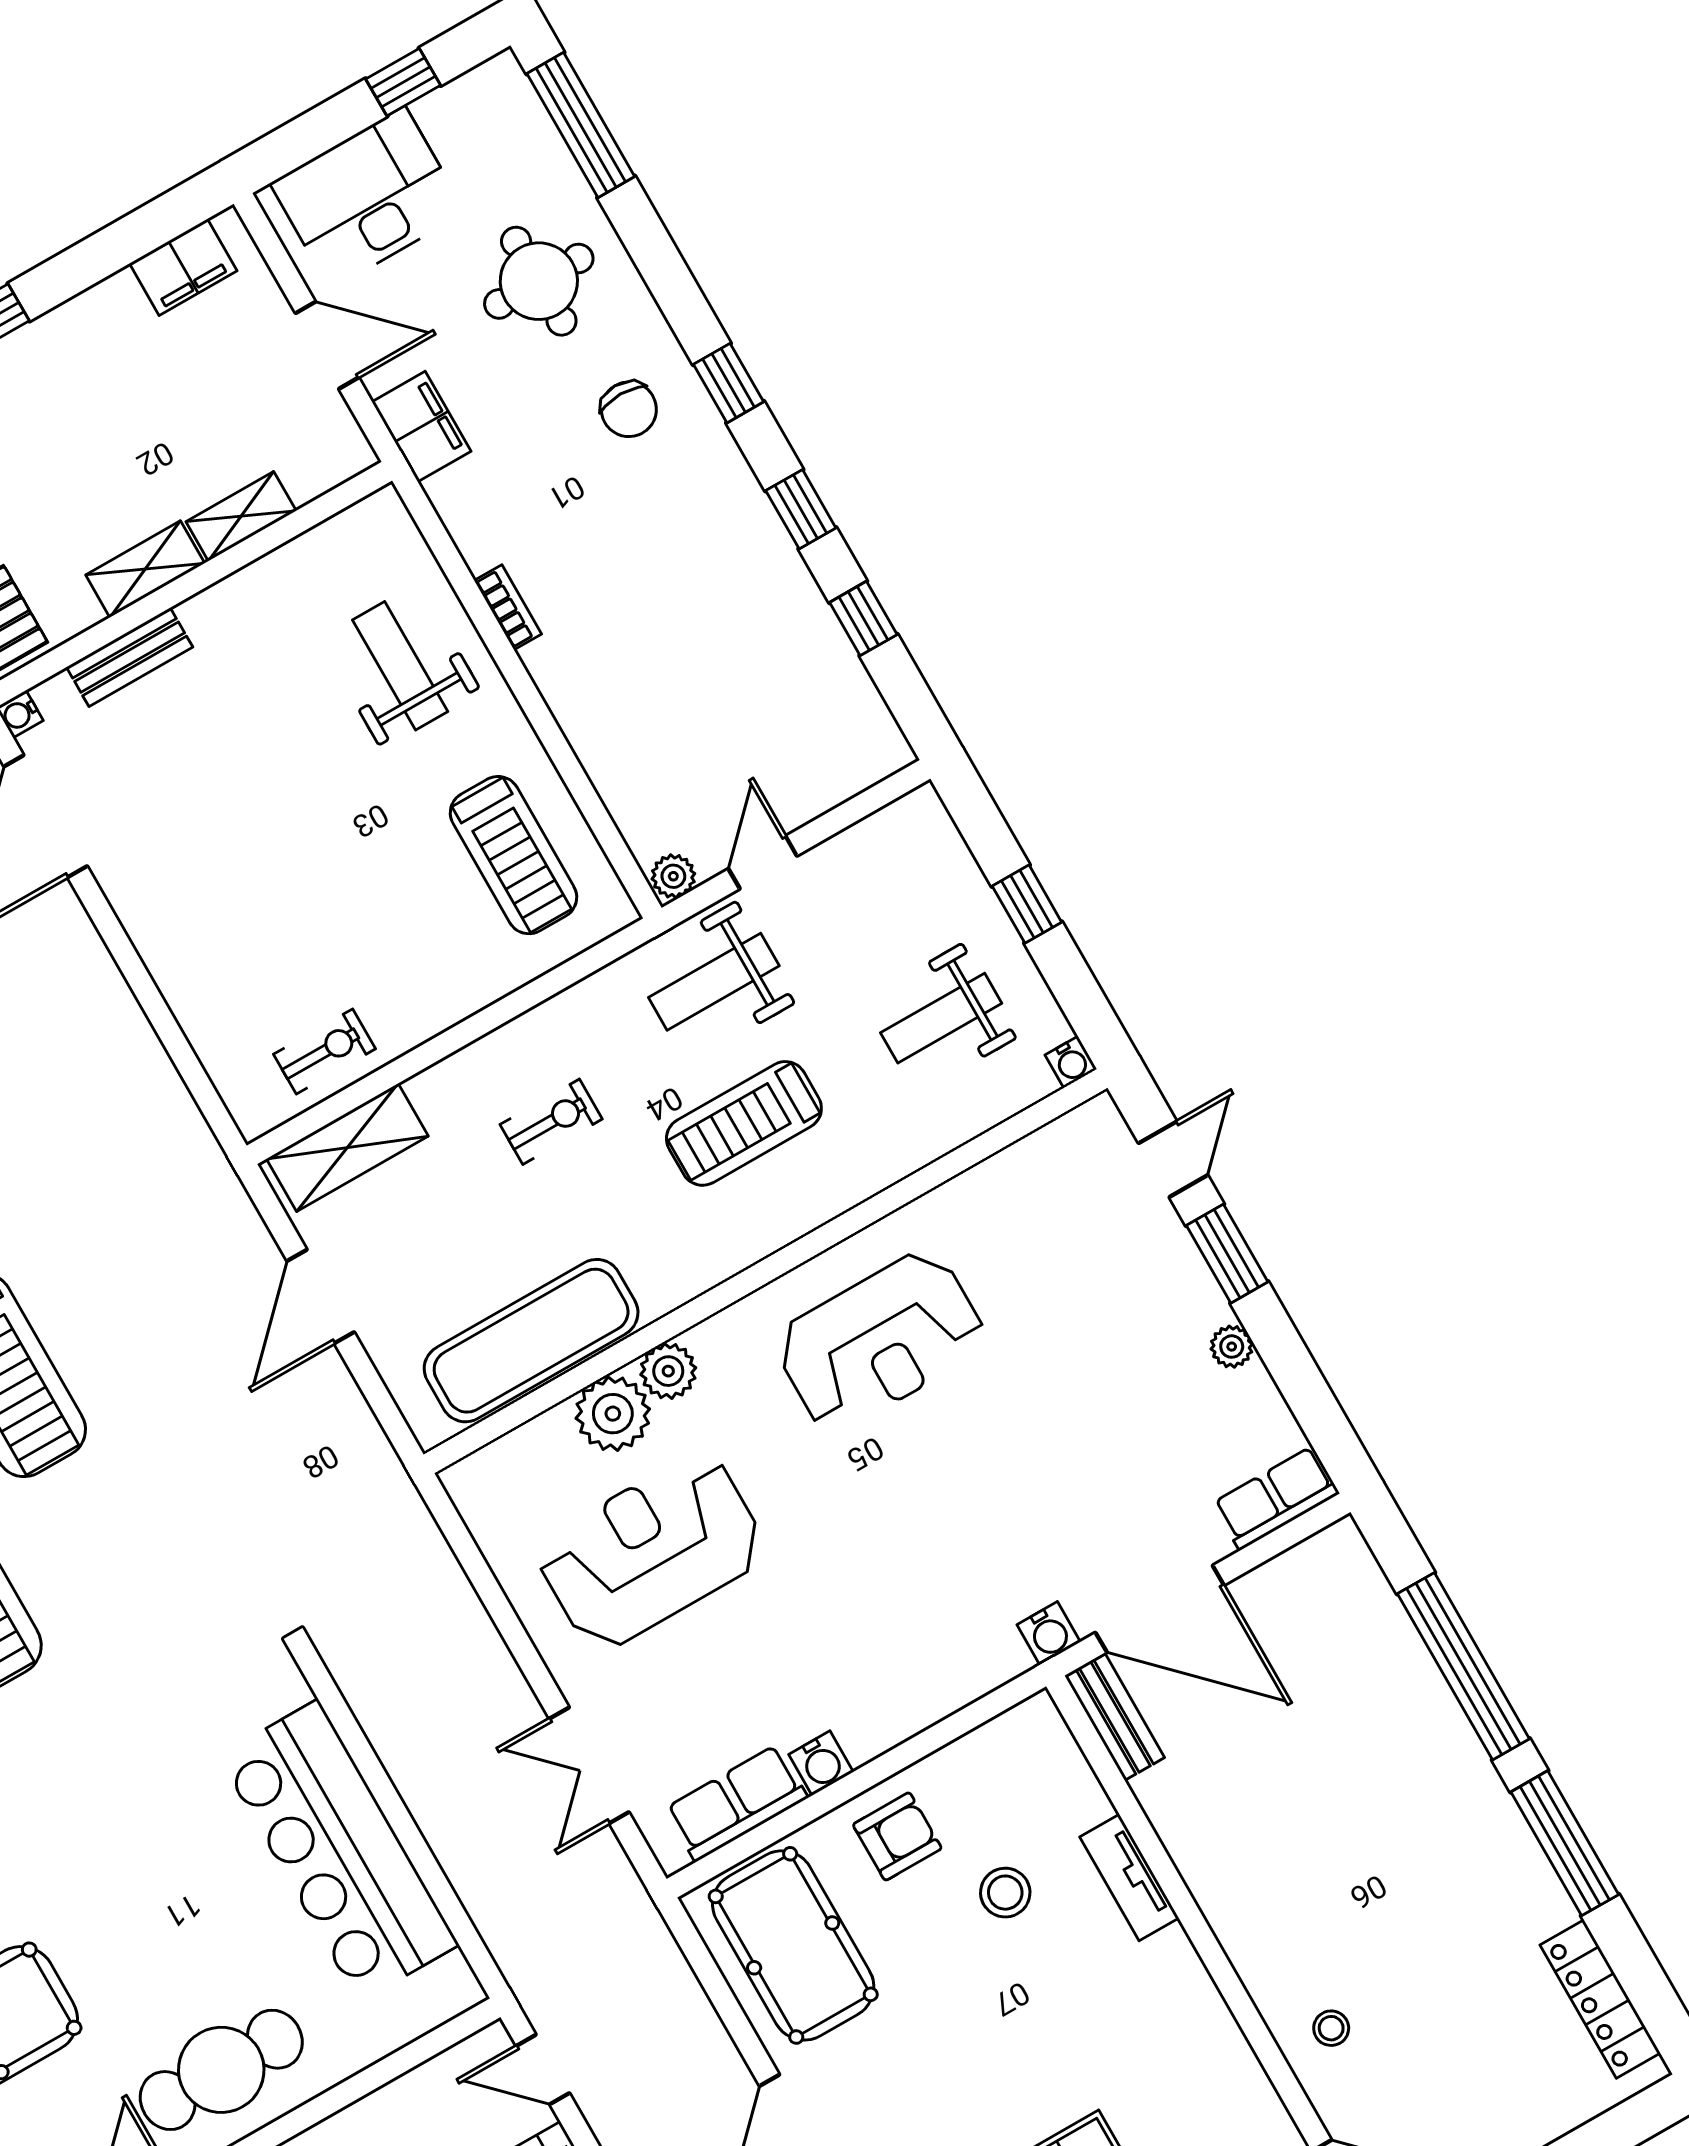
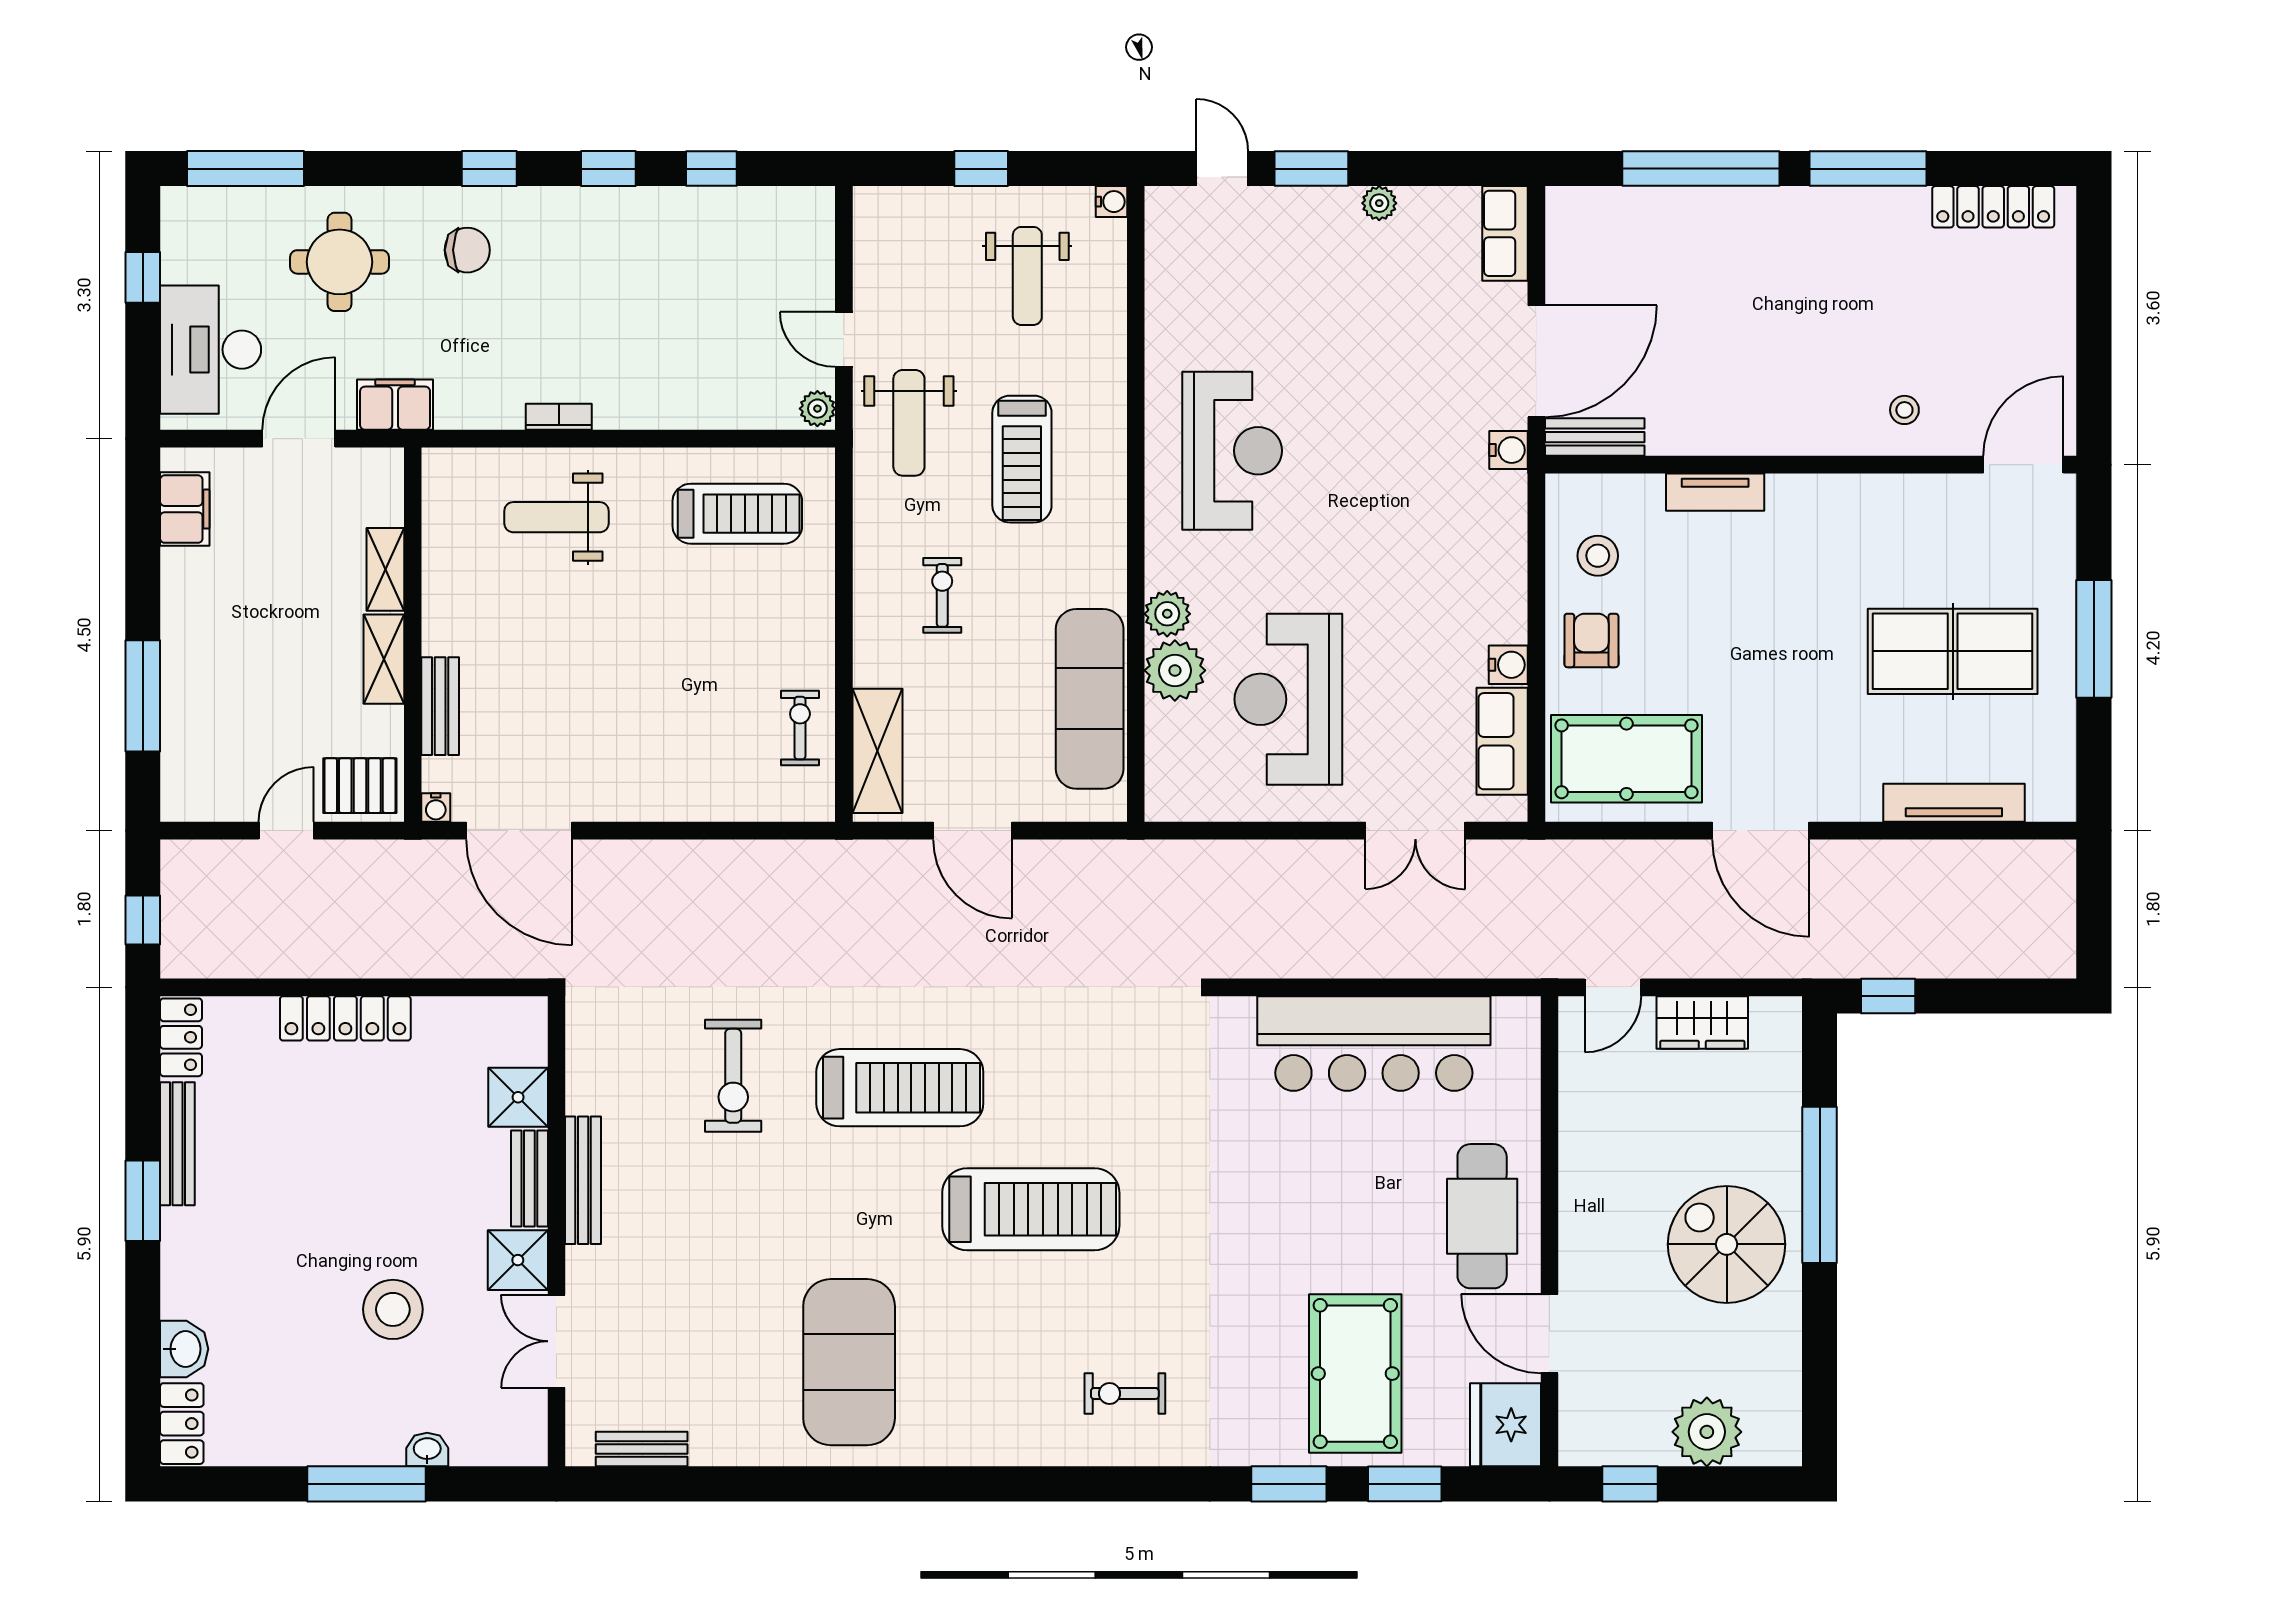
stool: (1005, 1893) -> (1598, 556), moved

